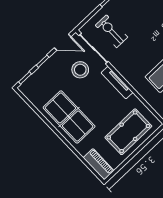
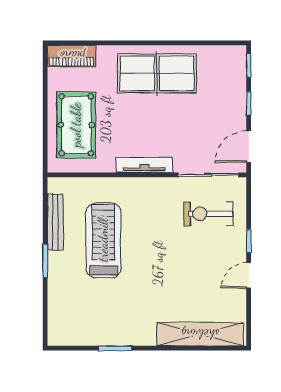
exercise bike: (111, 31) -> (209, 214), turned 180
stool: (80, 70) -> (199, 137), removed

